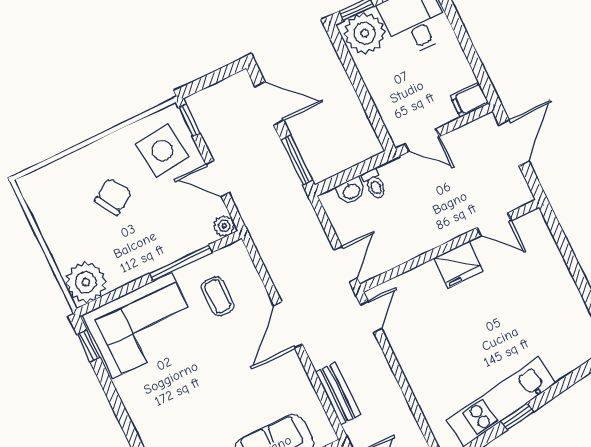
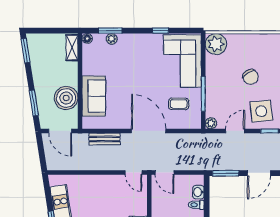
door: (288, 325) -> (149, 131), width x1.36
window: (88, 346) -> (161, 31), moved

